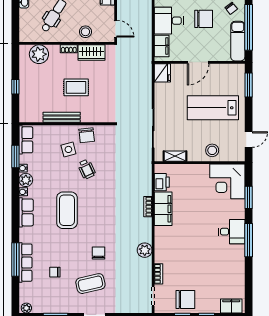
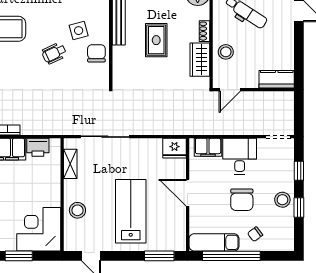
chair: (87, 135) -> (96, 53), turned 96

